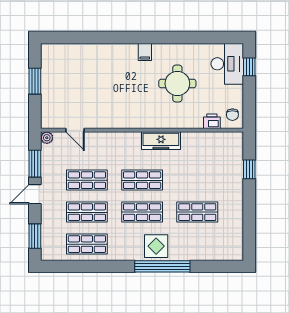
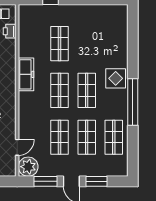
plant: (47, 138) -> (28, 167), width x1.88, depth x1.88
shop shelf: (197, 212) -> (60, 44), moved
window: (35, 236) -> (97, 181), moved
window: (162, 266) -> (133, 102), moved

